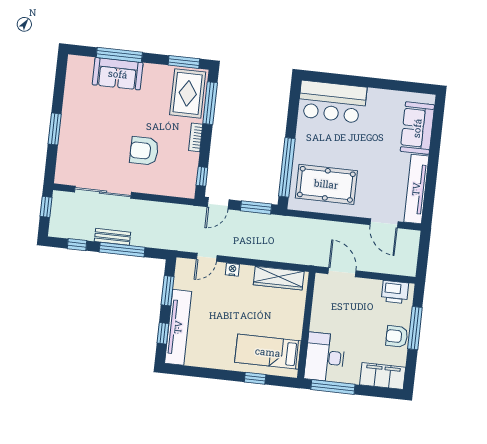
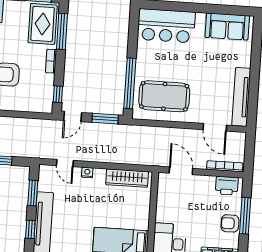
sofa: (417, 128) -> (227, 27), moved, turned -90
door: (207, 257) -> (65, 163), hinge flipped
bookcase: (393, 269) -> (225, 166), added

